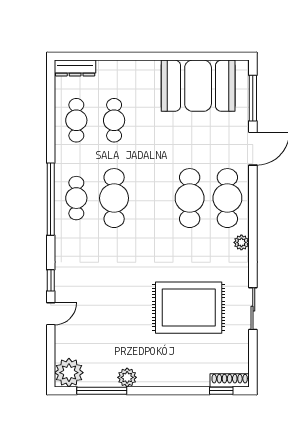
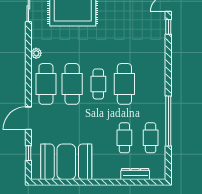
dresser: (75, 68) -> (135, 174), moved
window: (253, 98) -> (28, 153), width x0.46
cafe table: (76, 198) -> (98, 84), moved
window: (51, 199) -> (168, 121), moved

